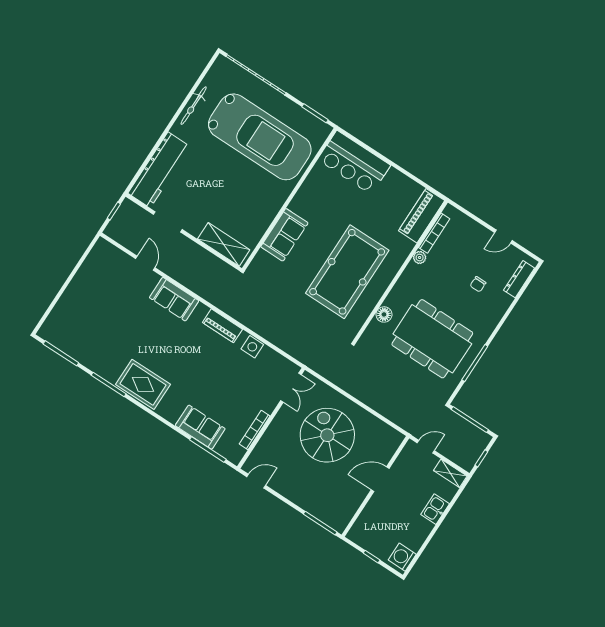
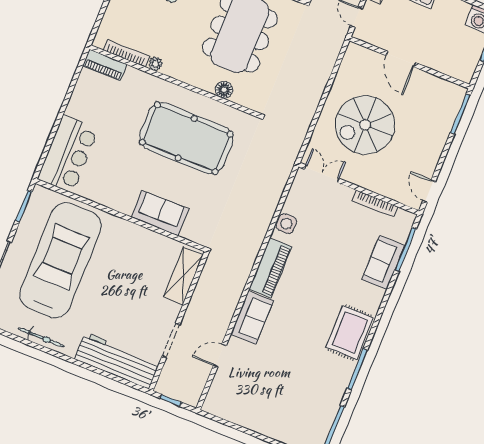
piano: (422, 216) -> (105, 65), width x0.73, depth x0.75
piano: (222, 326) -> (270, 268), width x1.37, depth x1.33

